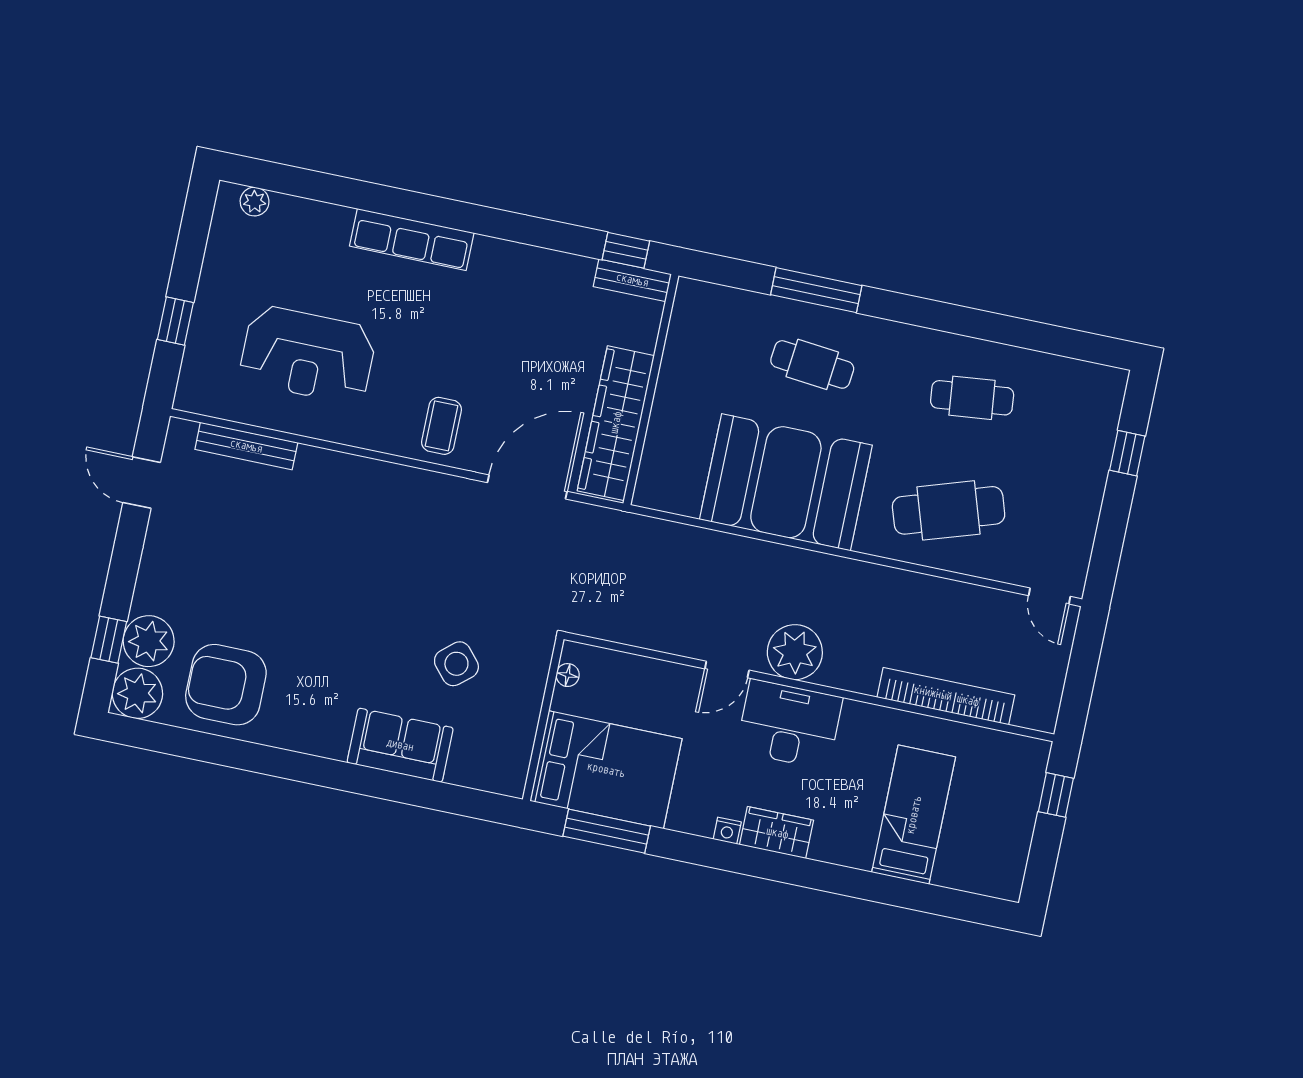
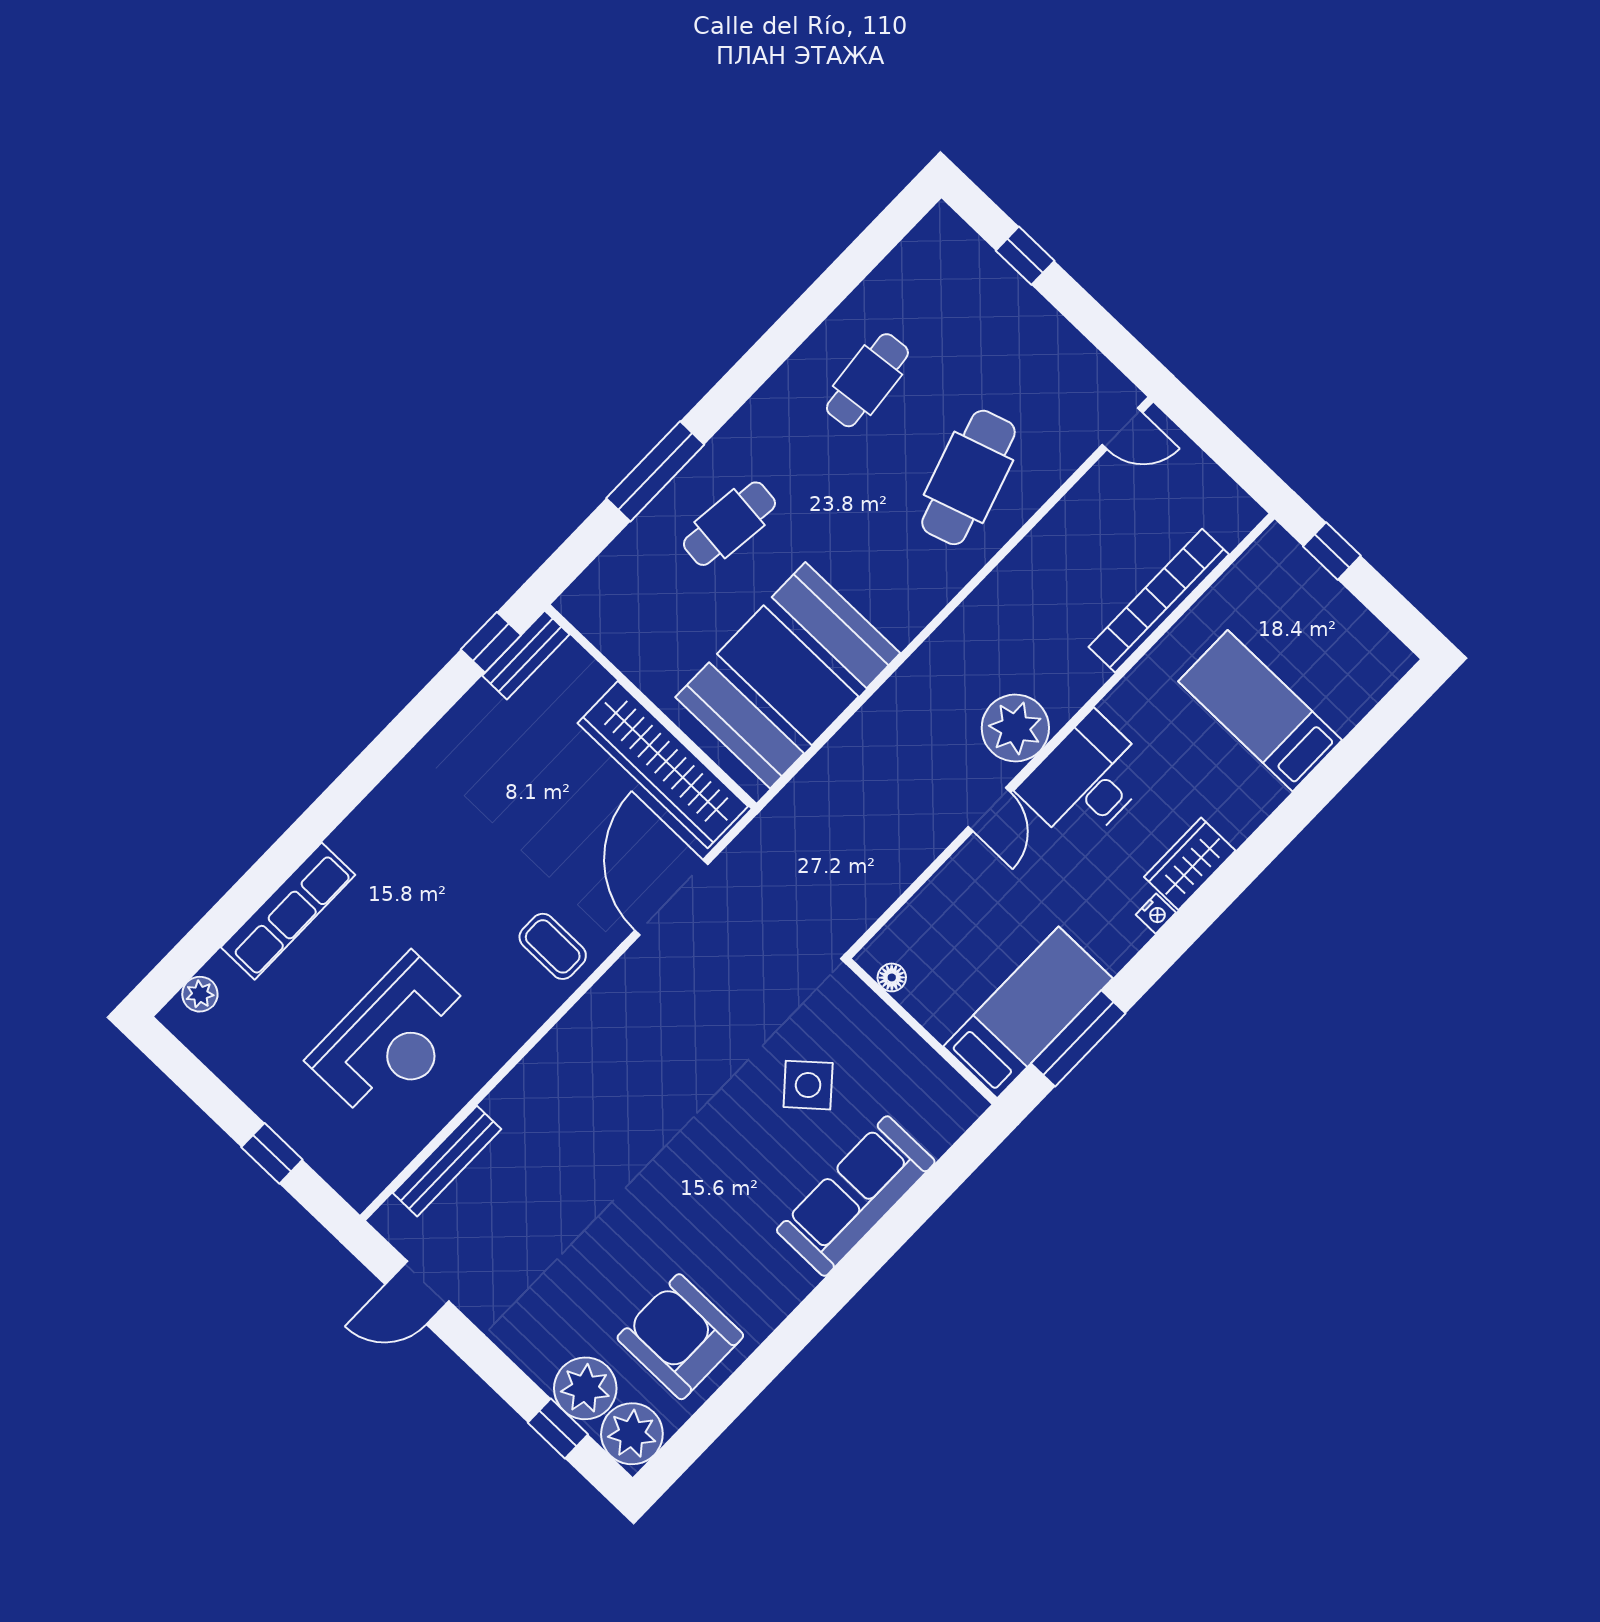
row of seats: (412, 239) -> (288, 911), moved
booth: (786, 482) -> (788, 675), moved
armchair: (226, 685) -> (680, 1337), turned 90
sofa: (400, 745) -> (856, 1196), width x1.36
bed: (606, 770) -> (1028, 1012), width x0.67

